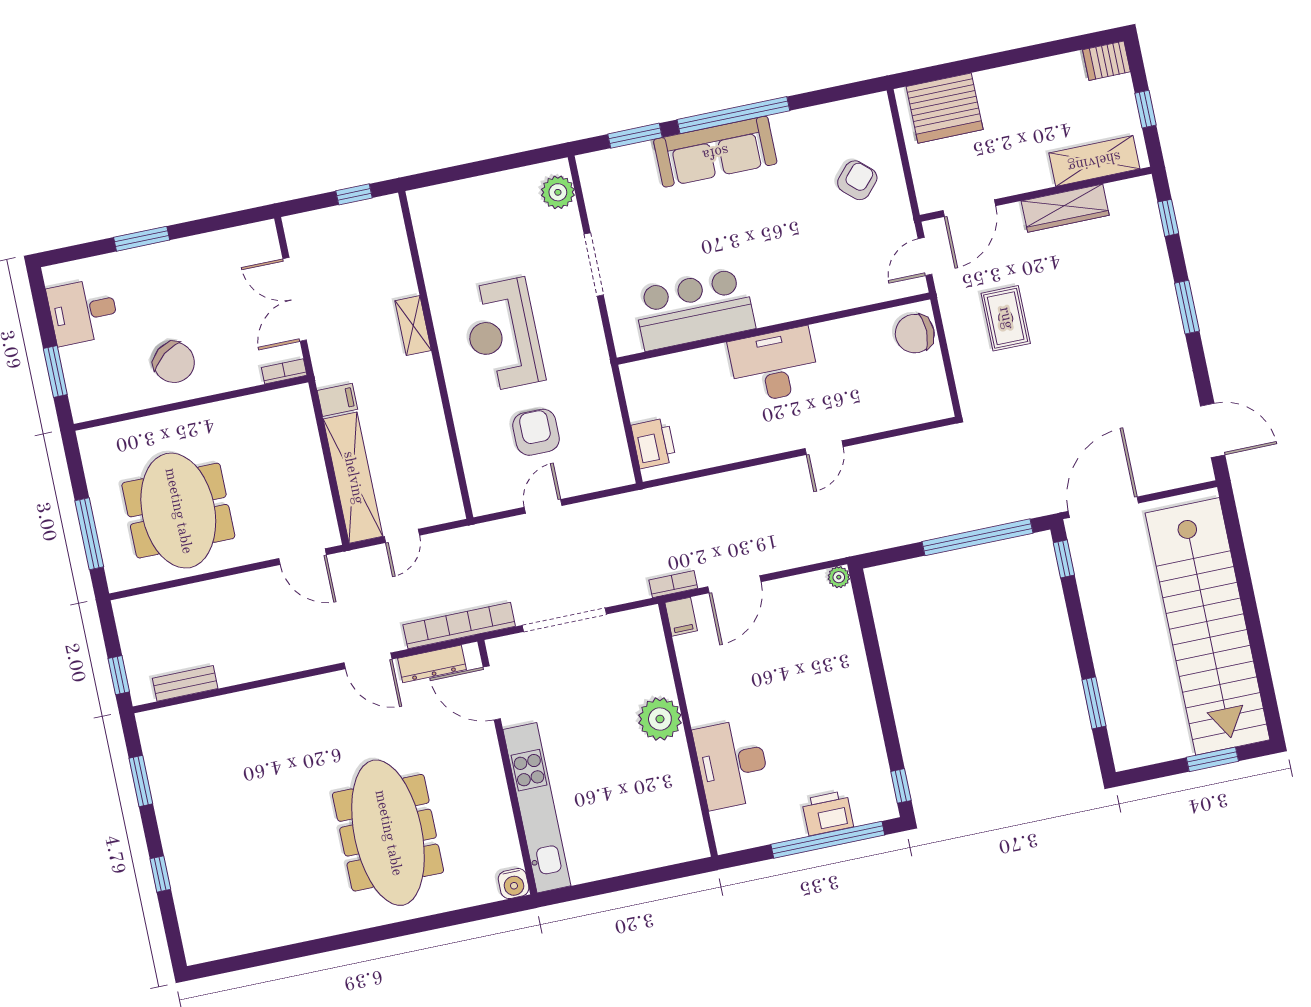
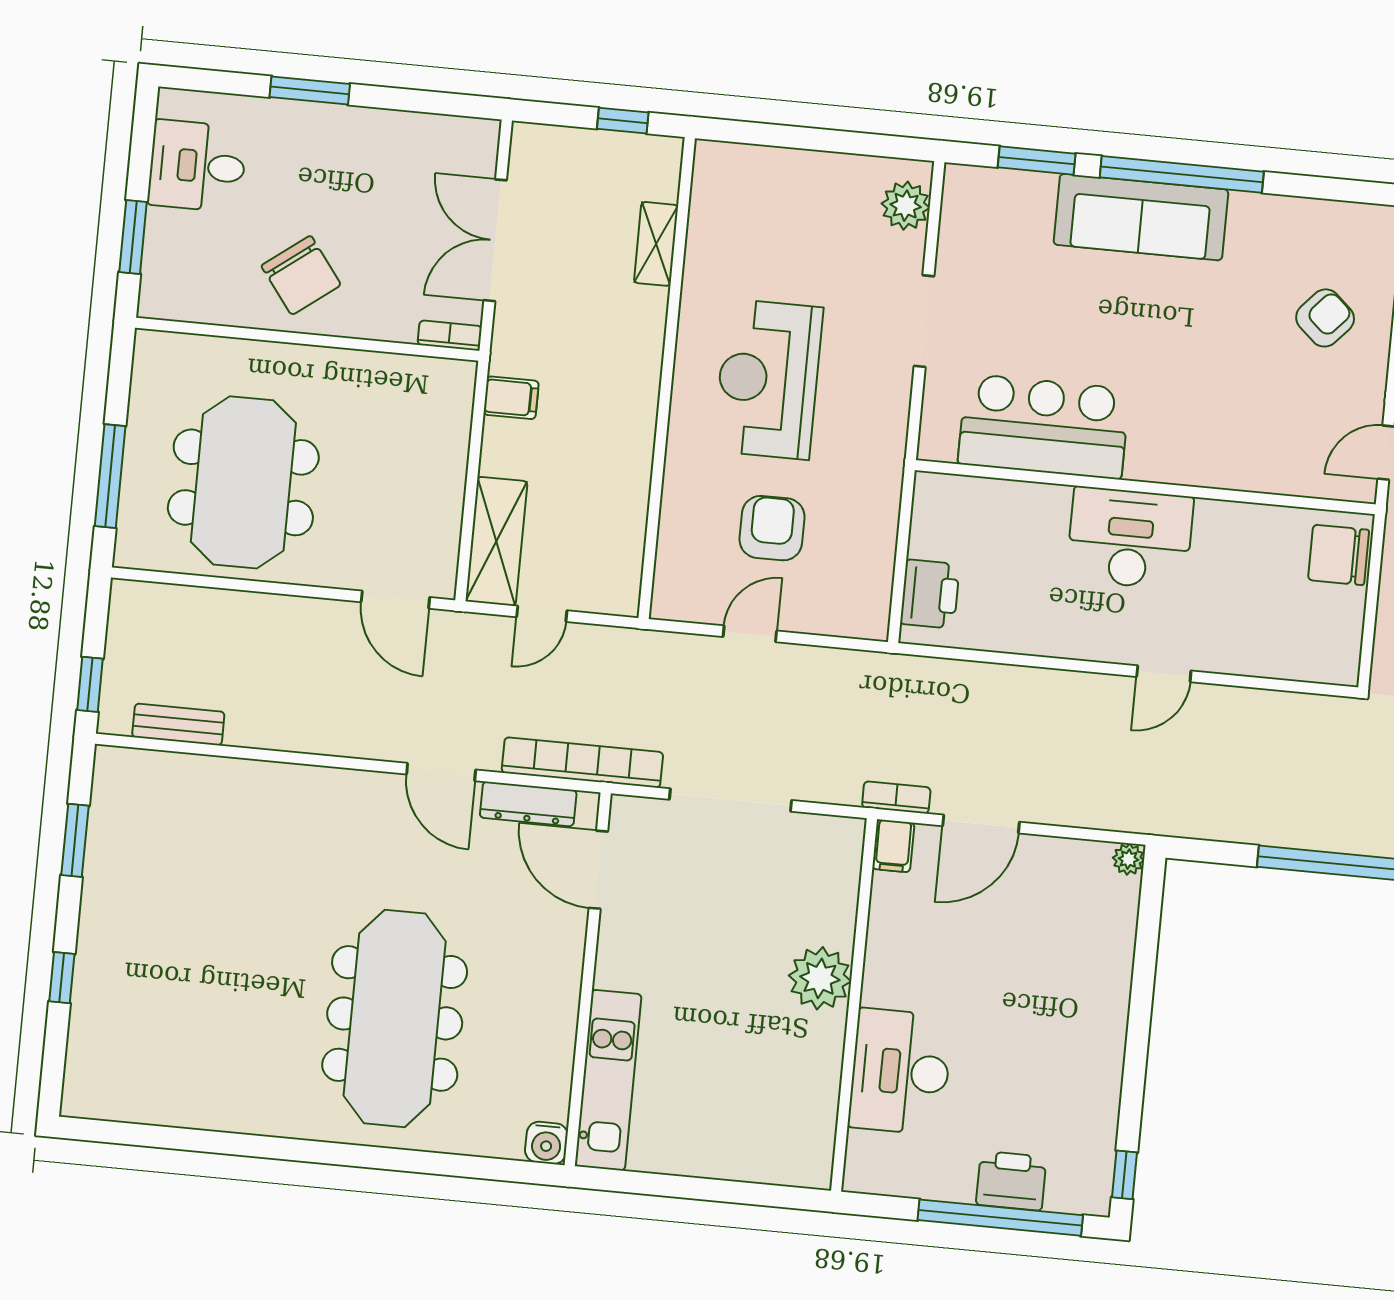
shelving: (413, 326) -> (656, 244), moved
shelving: (353, 478) -> (496, 541), width x0.68
kitchen unit: (537, 808) -> (608, 1080), width x0.73

